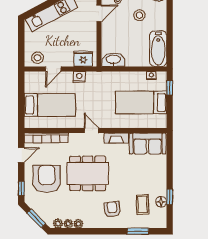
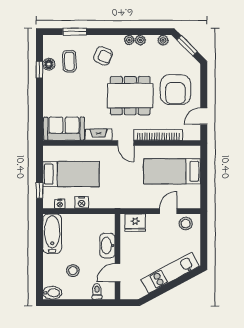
washbasin: (113, 60) -> (107, 246), moved, turned 90
nightstand: (79, 77) -> (82, 202), moved
bookcase: (46, 138) -> (158, 135), moved
window: (21, 188) -> (204, 79), removed
armchair: (112, 209) -> (103, 56), turned -60
plant: (68, 224) -> (129, 40), moved

